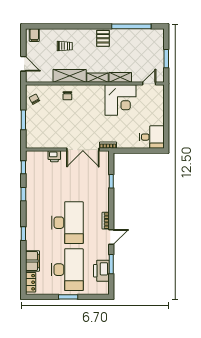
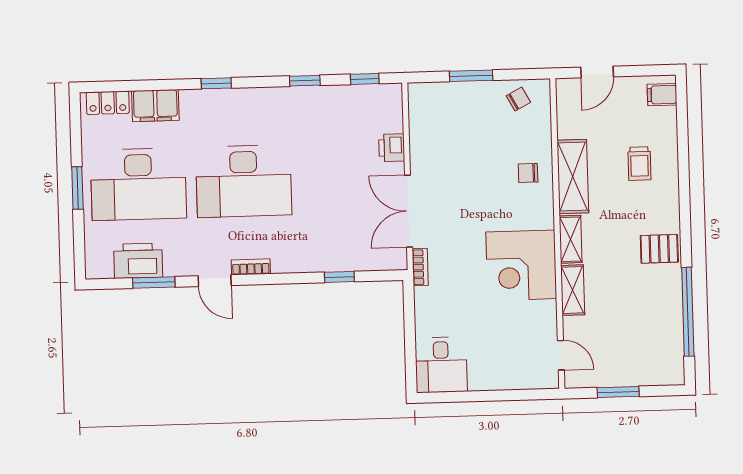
corner desk: (120, 100) -> (521, 265), moved

